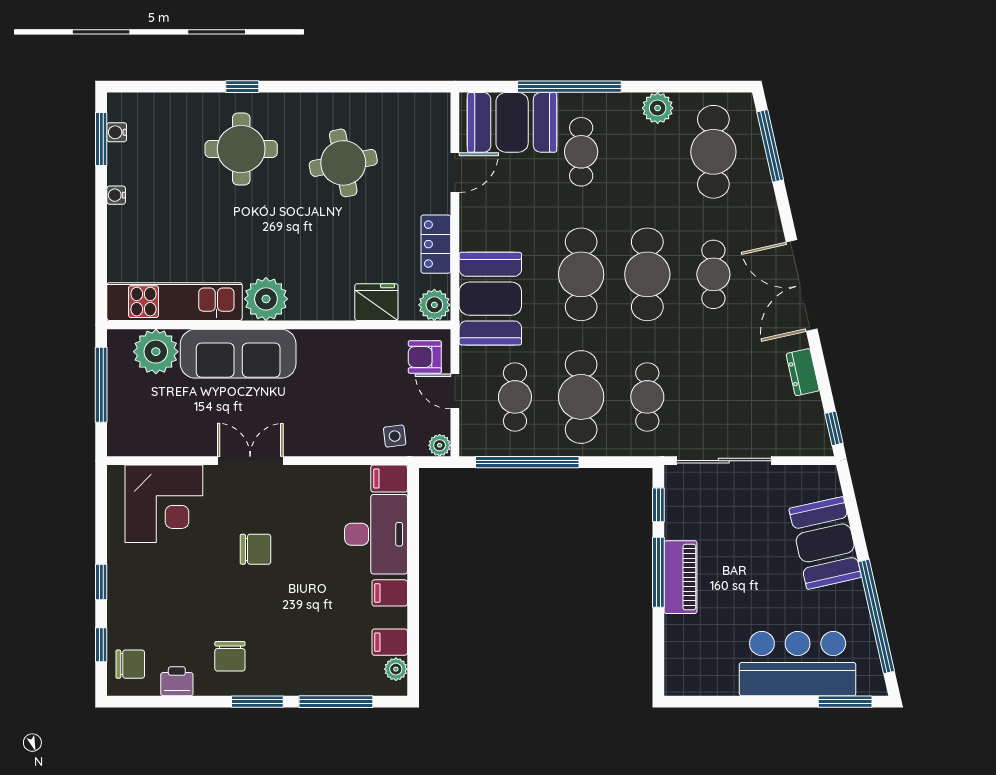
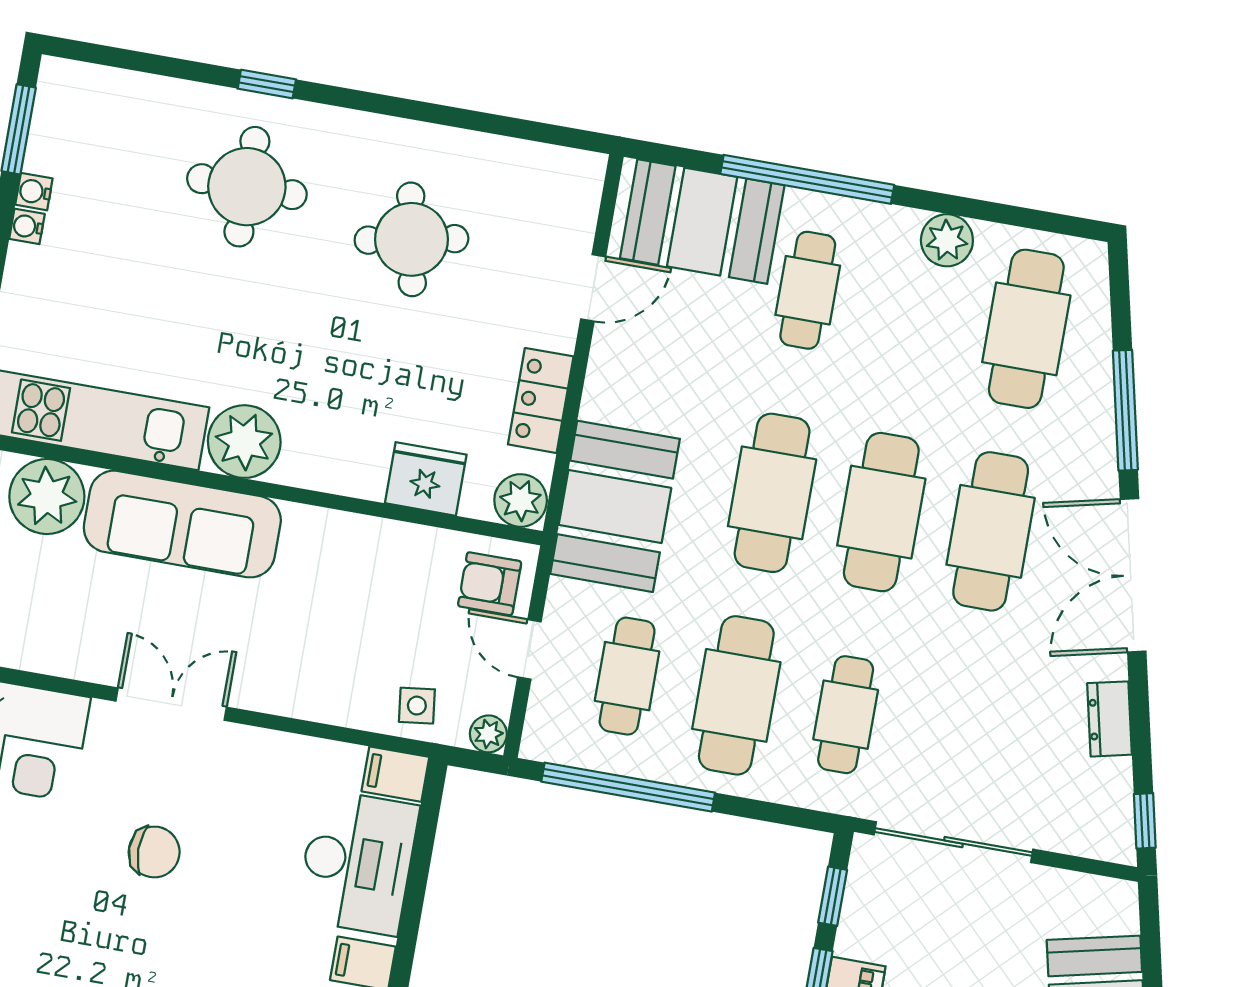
water cooler: (117, 132) -> (34, 192), moved
window: (770, 146) -> (1125, 410), moved
cafe table: (713, 274) -> (991, 531), width x1.37, depth x1.35

